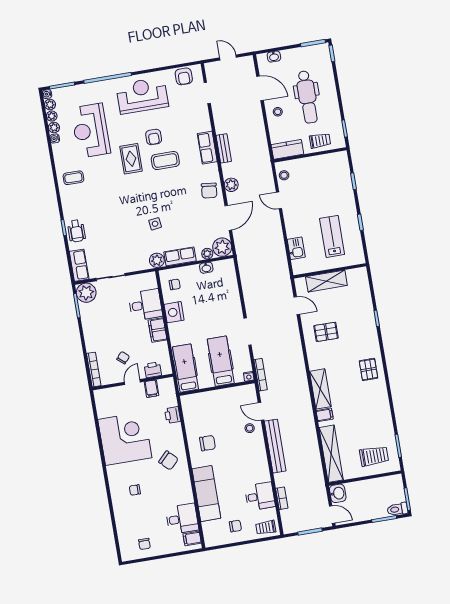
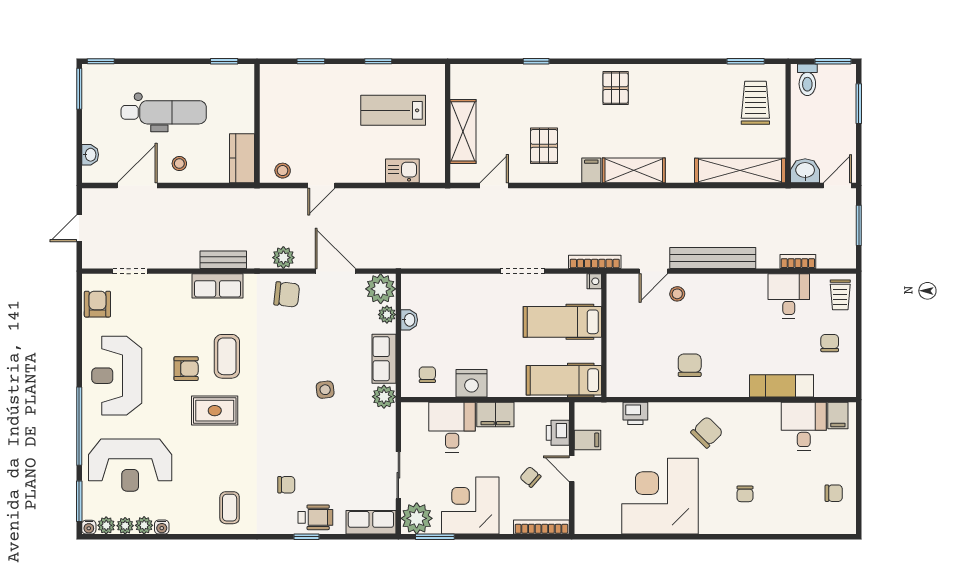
armchair: (184, 76) -> (97, 304), turned -90
reception desk: (91, 131) -> (130, 465), moved
trolley: (320, 141) -> (237, 104), removed
chair: (93, 210) -> (286, 485), added
corner desk: (100, 324) -> (470, 506), added
pallet: (369, 369) -> (616, 88), turned 90
filing cabinet: (325, 415) -> (591, 170), moved
exam couch: (206, 494) -> (781, 386), width x0.73, depth x0.69
toilet: (397, 509) -> (807, 80), moved

